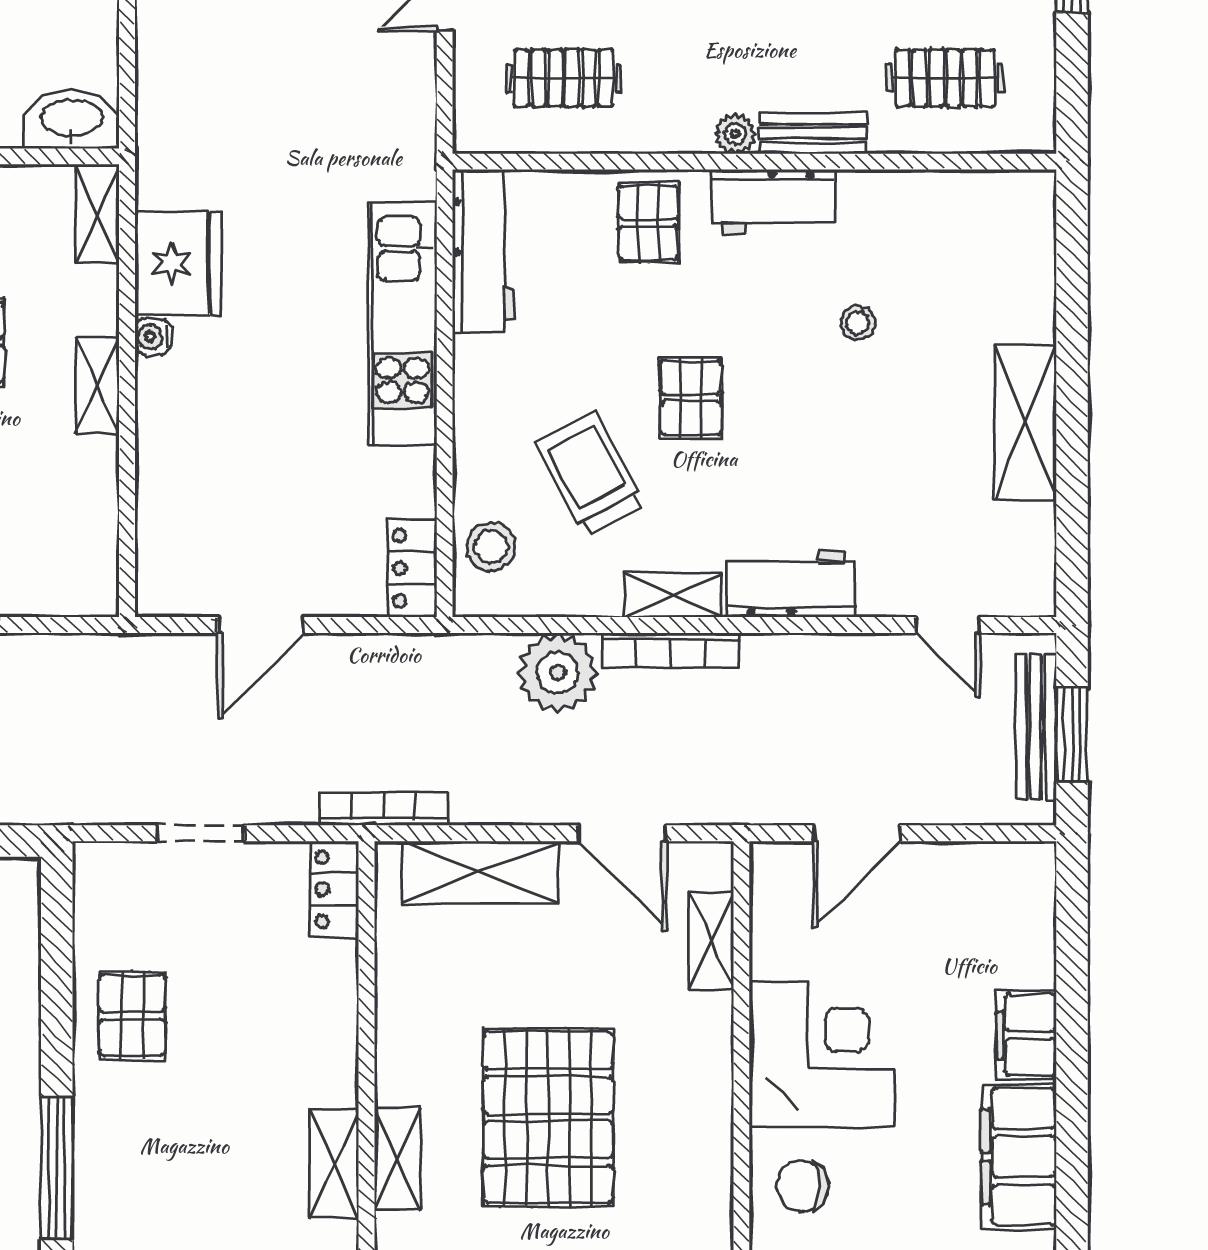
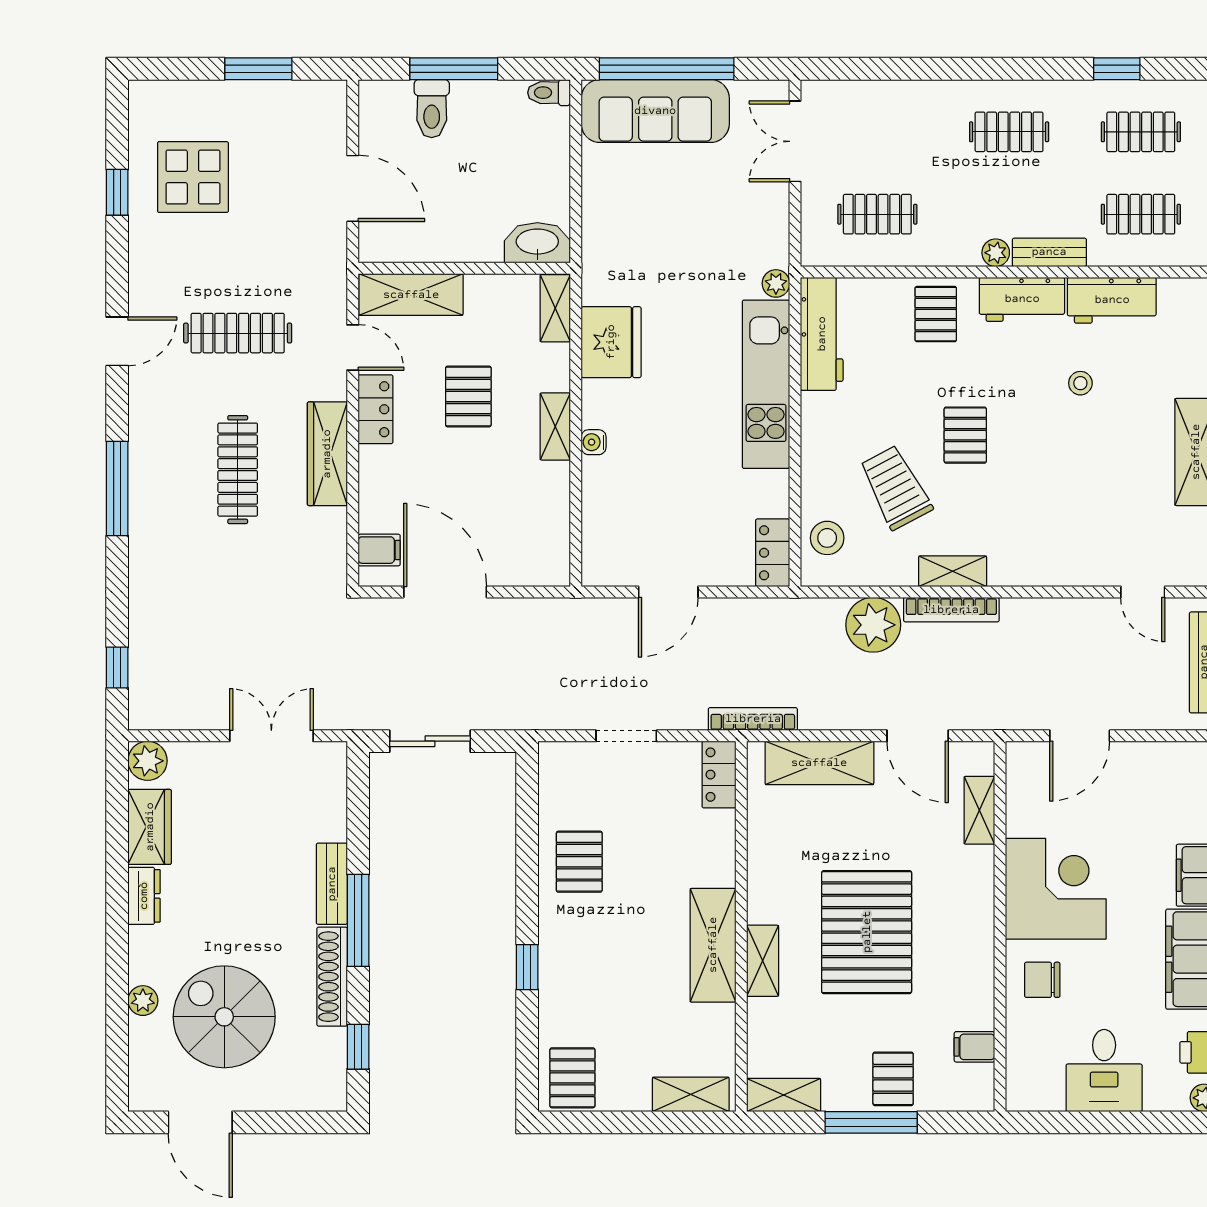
plant: (417, 178) -> (776, 283), added
water cooler: (153, 337) -> (594, 442), moved
workbench: (790, 584) -> (1112, 300), moved, turned 180
shelving: (334, 1164) -> (713, 945), width x1.50, depth x1.33
window: (57, 1168) -> (527, 967), width x0.46

